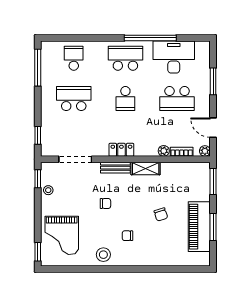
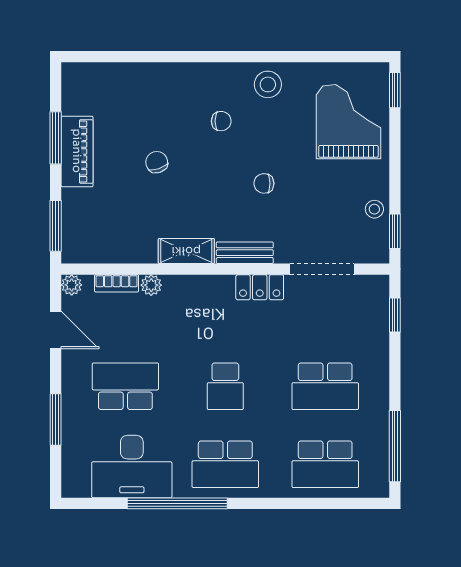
school desk: (74, 58) -> (325, 464), width x1.85
school desk: (125, 99) -> (225, 386), turned 180
locker: (121, 150) -> (260, 287), moved
piano: (199, 227) -> (77, 151), width x0.73, depth x0.75

